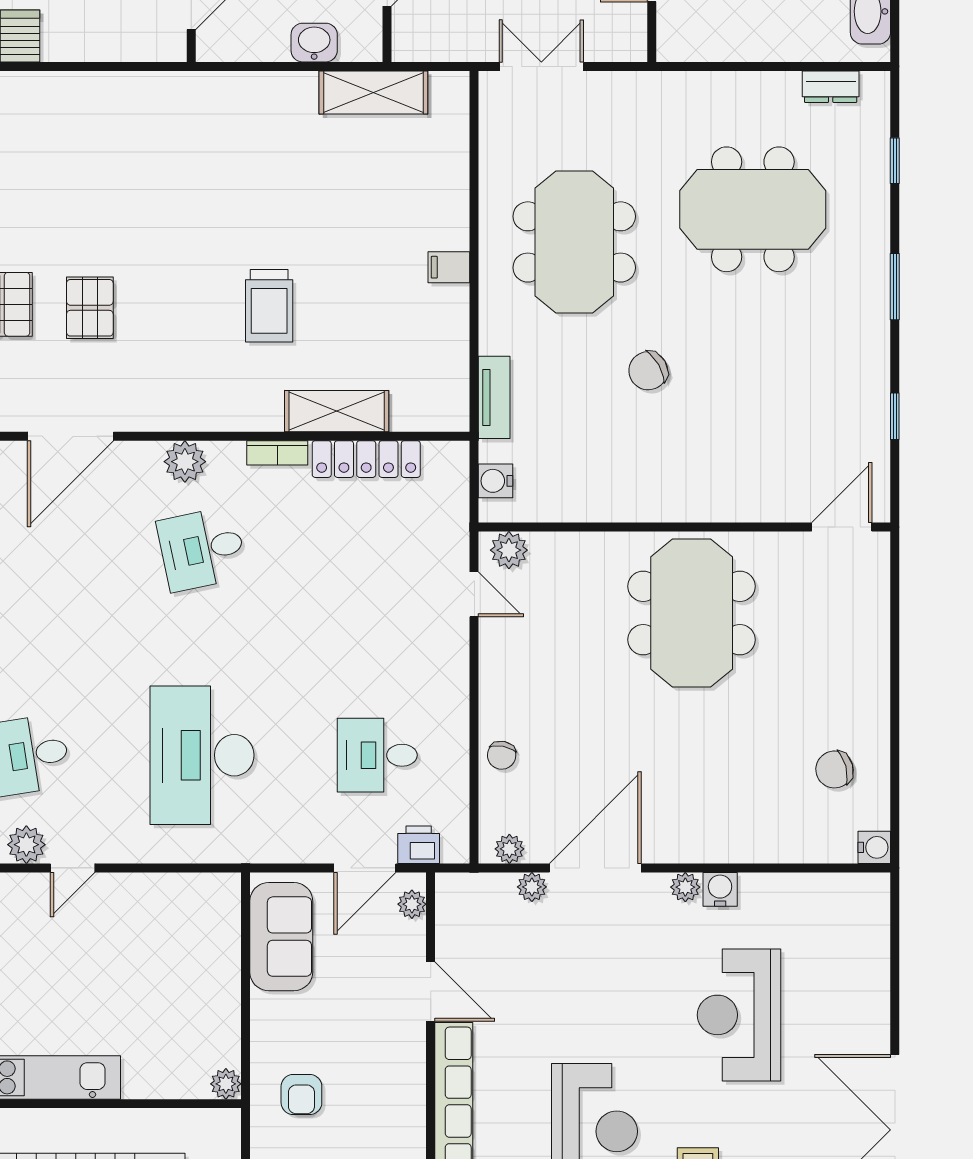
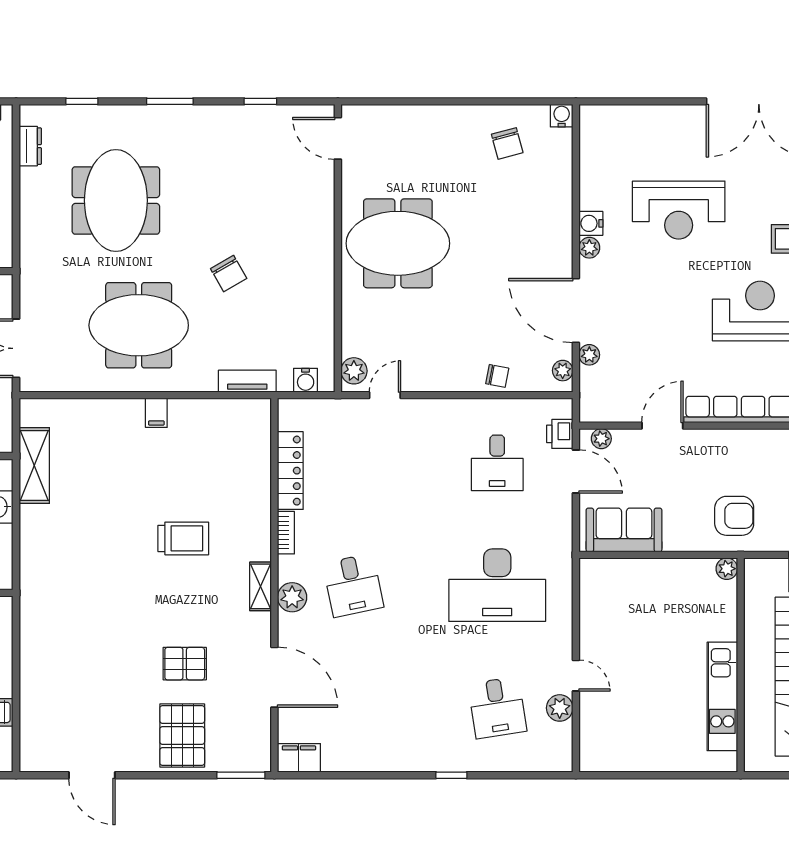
shelving: (337, 411) -> (261, 586), moved, width x0.67, depth x0.75
armchair: (301, 1094) -> (734, 516), width x1.38, depth x1.38

